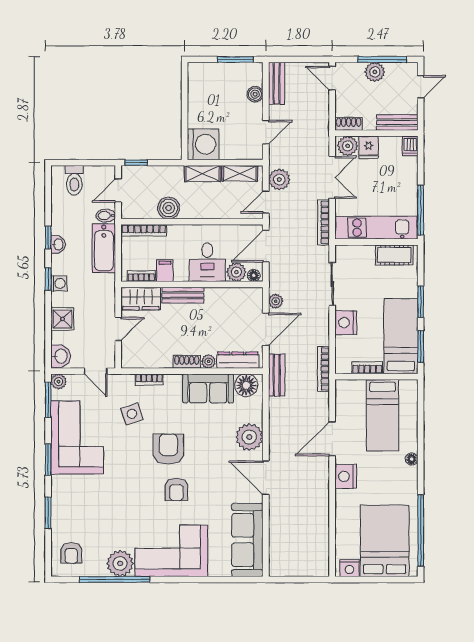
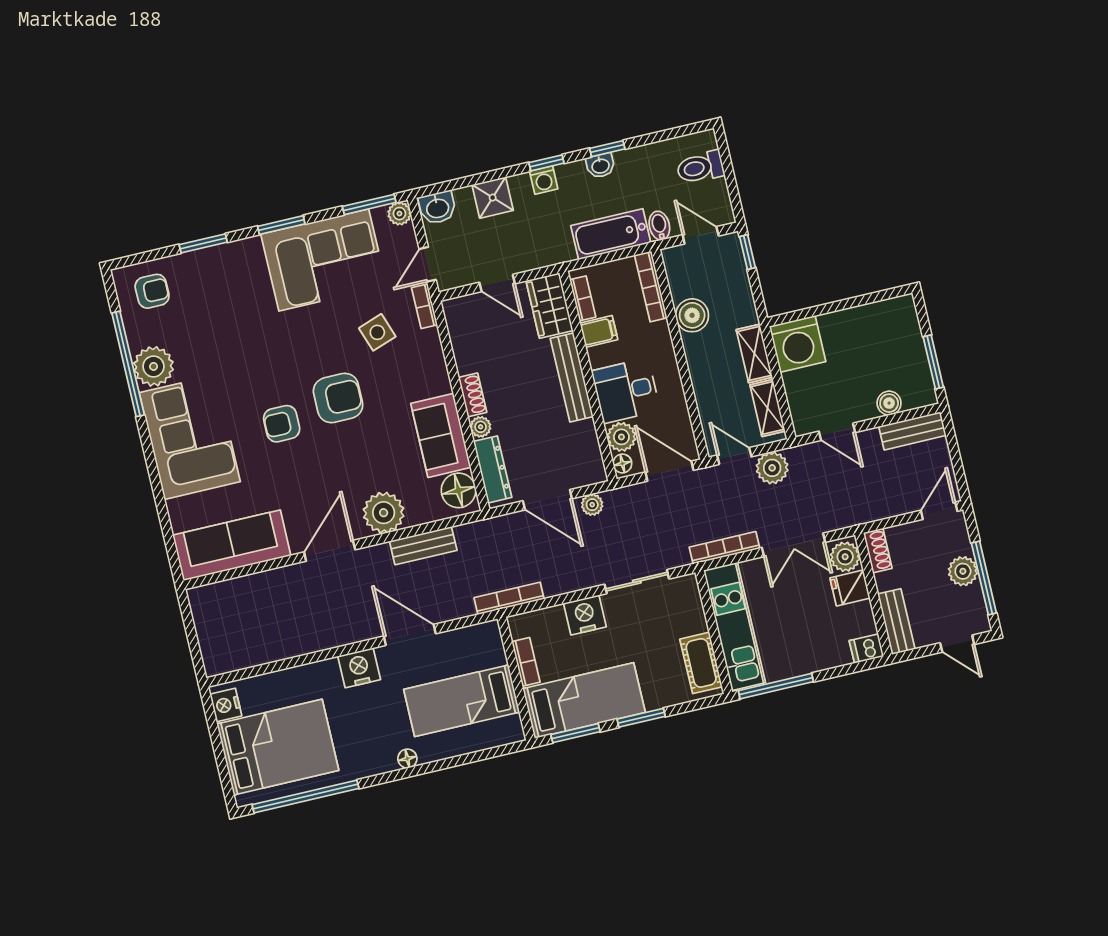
bench: (183, 295) -> (572, 377), width x1.36
bench: (277, 375) -> (423, 546), moved
bookcase: (149, 379) -> (424, 306), moved
armchair: (71, 553) -> (152, 291), turned 180

